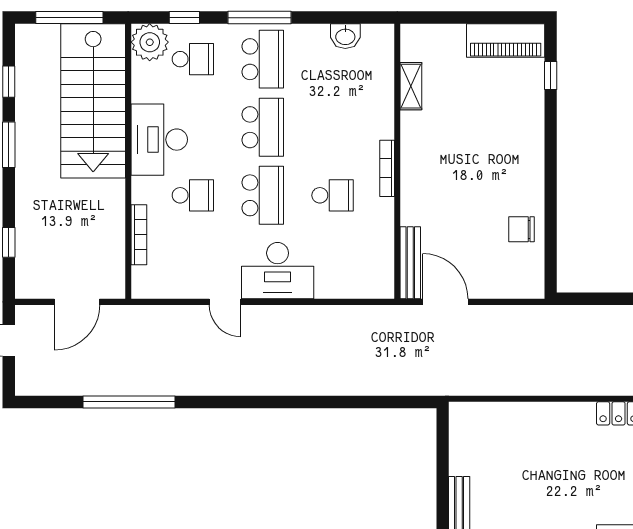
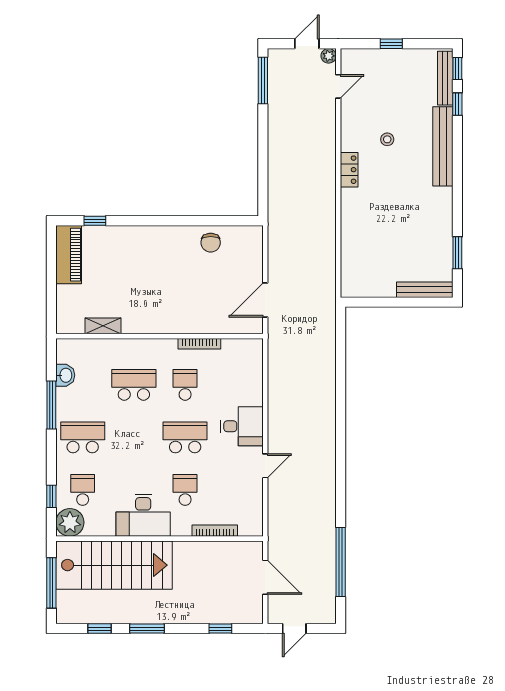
window: (260, 18) -> (51, 405), moved
school desk: (263, 127) -> (134, 385), moved
bookcase: (387, 168) -> (199, 344), moved
bench: (410, 263) -> (236, 326), removed
desk: (278, 271) -> (242, 426), width x0.73
window: (129, 402) -> (341, 562), moved

